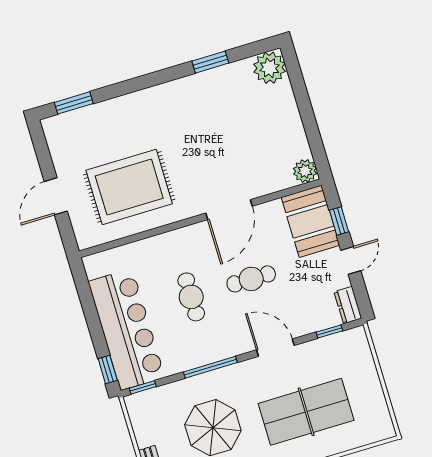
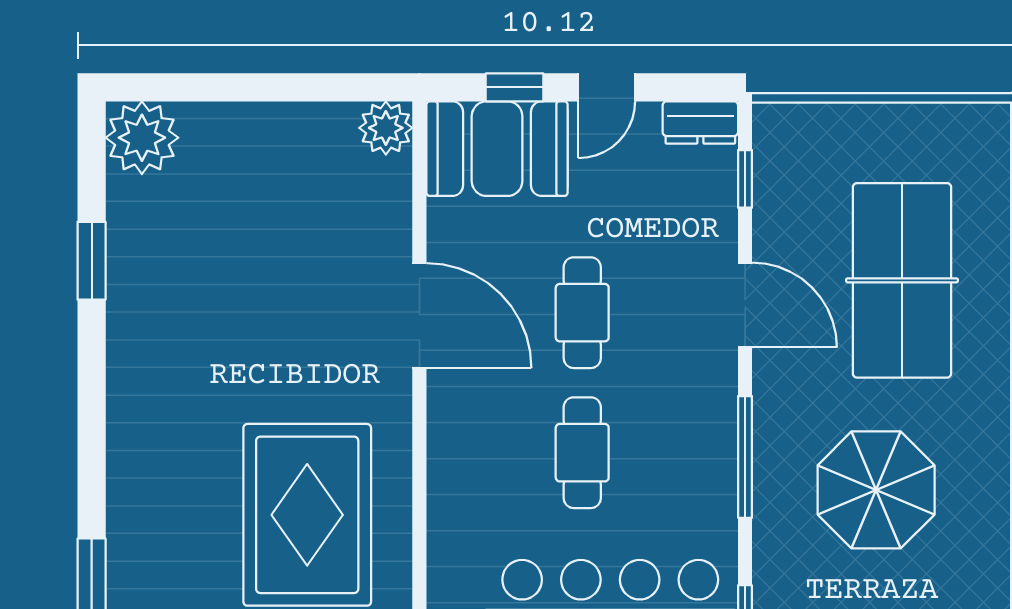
door: (351, 260) -> (607, 87), swing flipped
cafe table: (191, 297) -> (582, 453), turned 90
door: (275, 348) -> (745, 305), swing flipped

